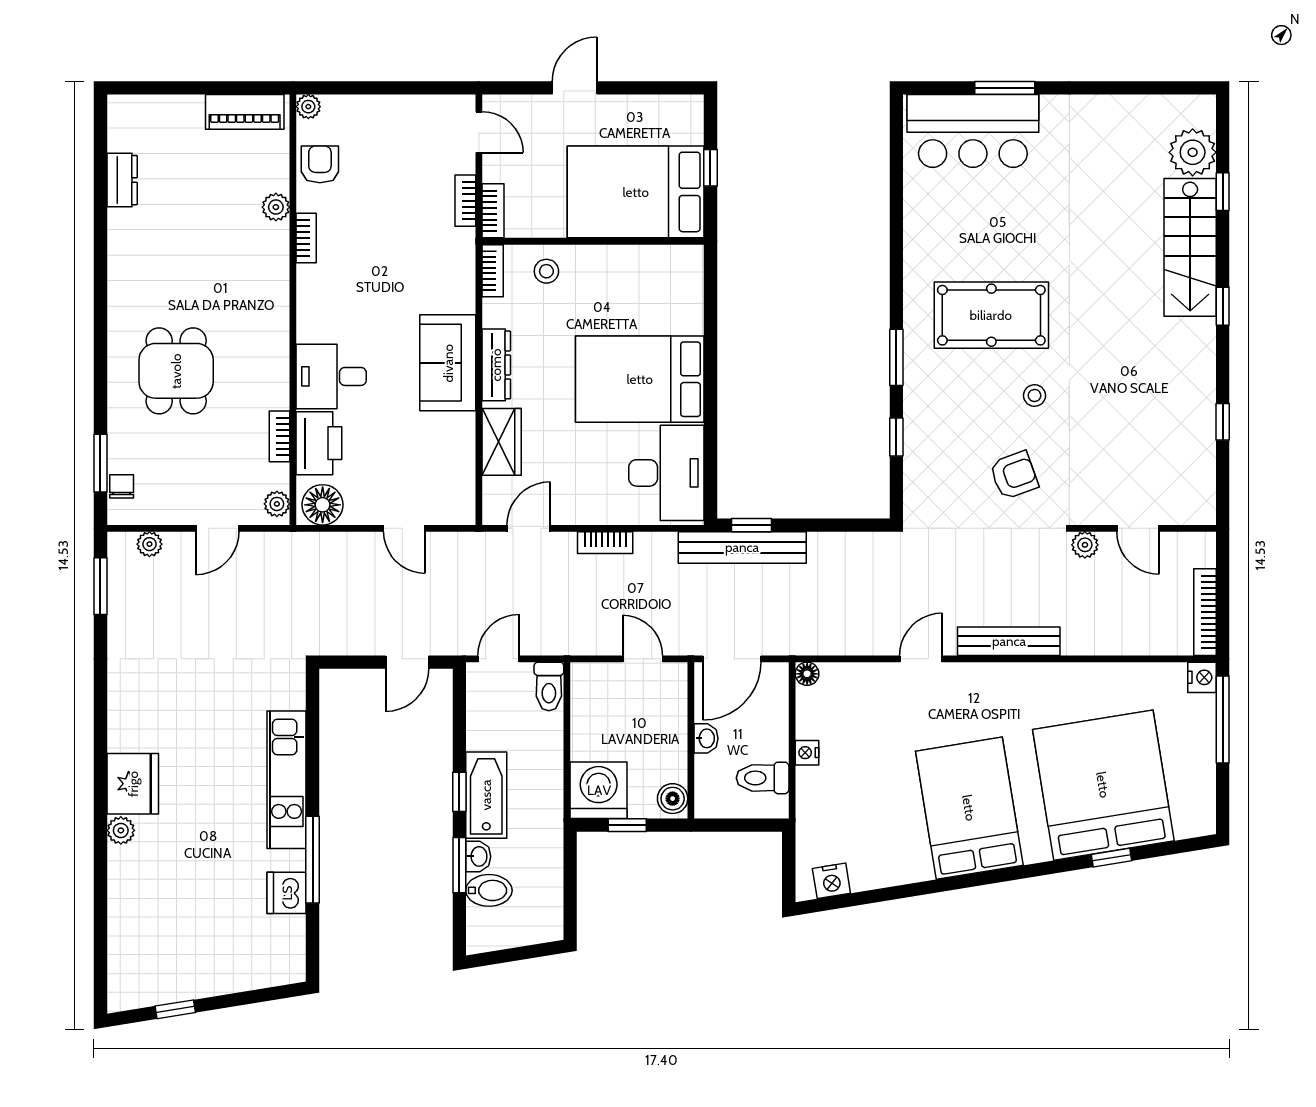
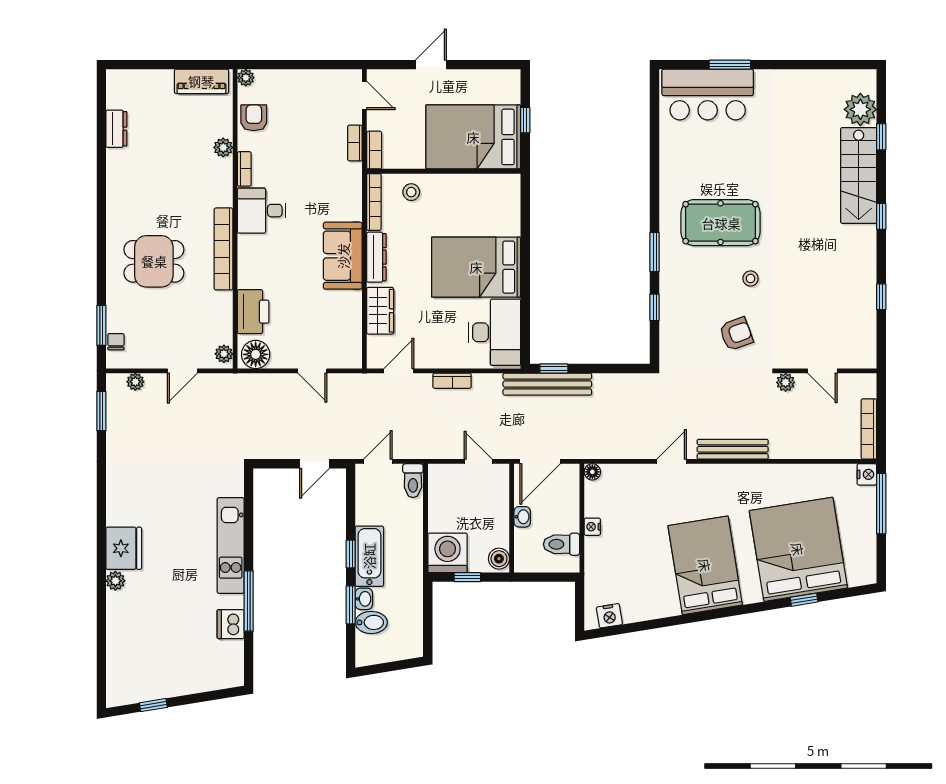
bookcase: (493, 271) -> (374, 202), width x1.56
dining table: (176, 371) -> (154, 261), turned 90
desk: (331, 376) -> (262, 211), moved
bookcase: (279, 436) -> (223, 249), moved, width x2.31, depth x1.31

